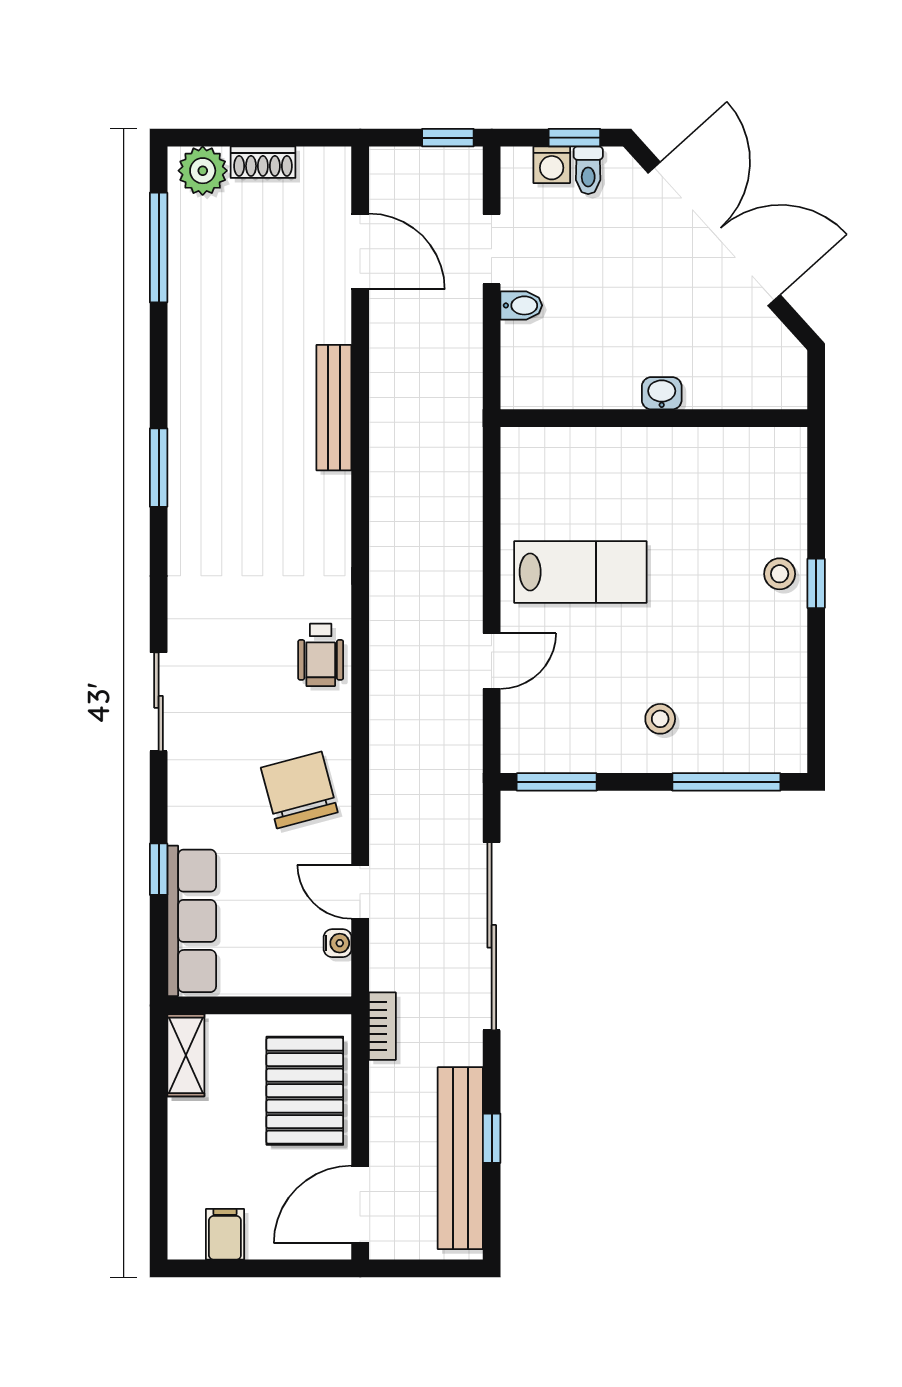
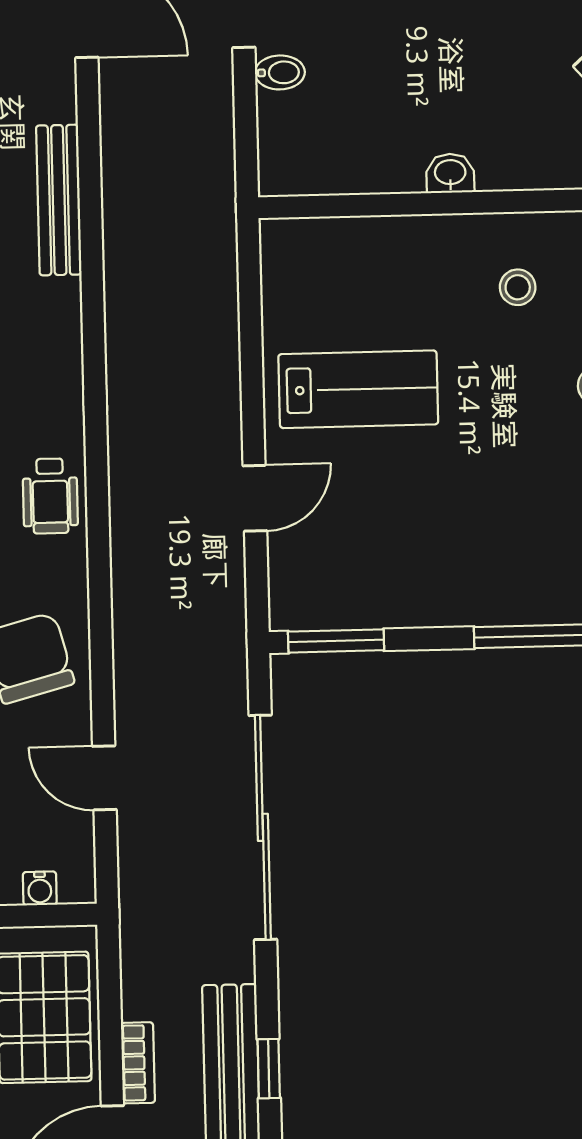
stool: (660, 719) -> (518, 287), moved
water cooler: (338, 943) -> (40, 888), moved, turned 90
bookcase: (382, 1026) -> (138, 1063), moved

